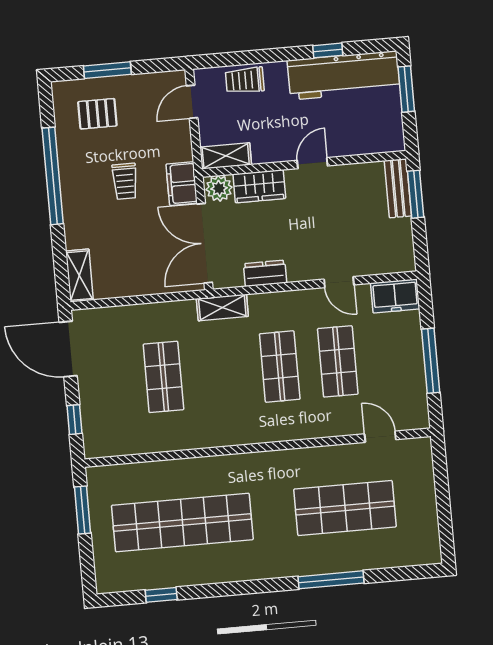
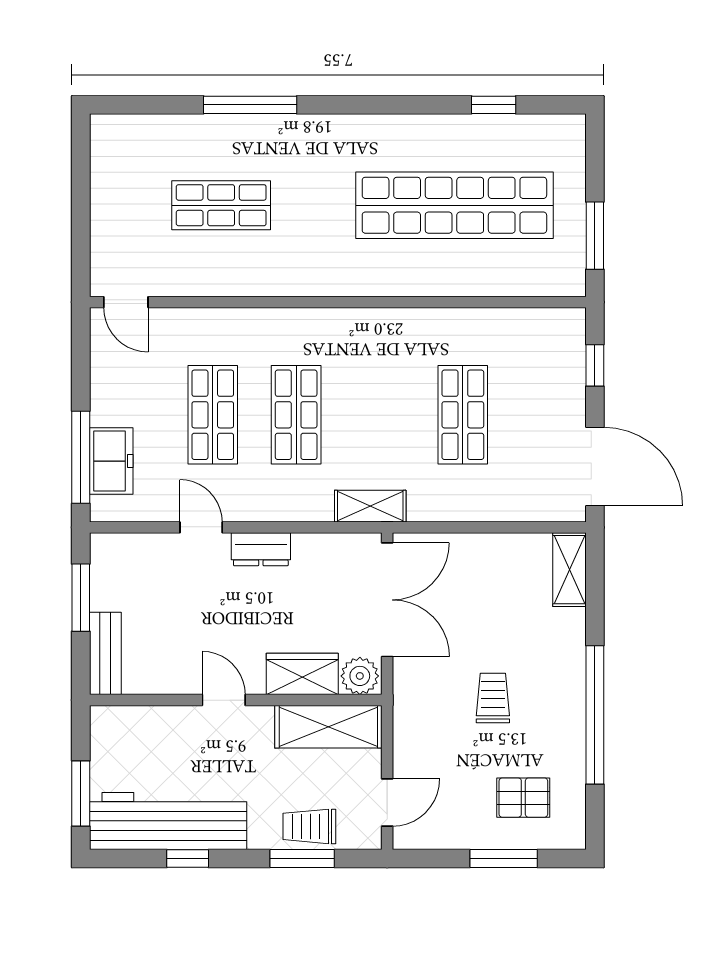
window: (248, 58) -> (302, 858), added
trolley: (245, 80) -> (309, 826), turned 180
shelving: (226, 156) -> (328, 727), width x1.50, depth x1.33
door: (312, 163) -> (224, 700), swing flipped
filing cabinet: (182, 184) -> (412, 687), removed
window: (416, 194) -> (81, 598), moved
dresser: (265, 273) -> (261, 549), moved
freezer: (395, 296) -> (111, 461), moved, turned 90
window: (431, 361) -> (81, 457), moved
door: (380, 437) -> (126, 302), moved
shop shelf: (345, 508) -> (221, 205), width x0.70, depth x0.74

